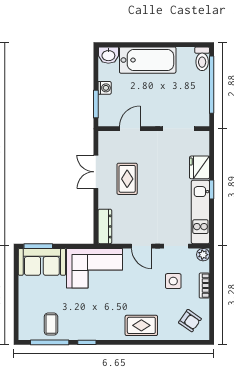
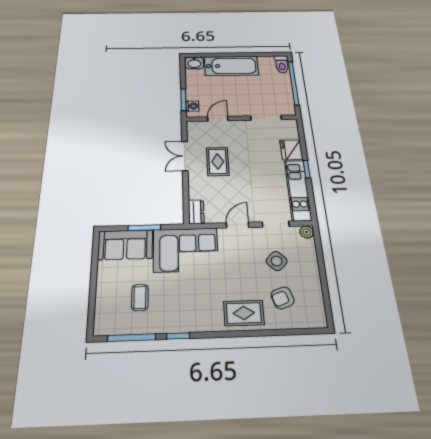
washing machine: (105, 88) -> (192, 106), moved
dresser: (105, 226) -> (196, 212), width x0.70
window: (38, 246) -> (144, 228), moved
door: (142, 246) -> (237, 225), swing flipped
side table: (173, 281) -> (277, 261), turned 45
bookcase: (204, 286) -> (313, 265), removed
armchair: (190, 321) -> (283, 298), moved, turned 126
coffee table: (51, 324) -> (140, 298), moved

